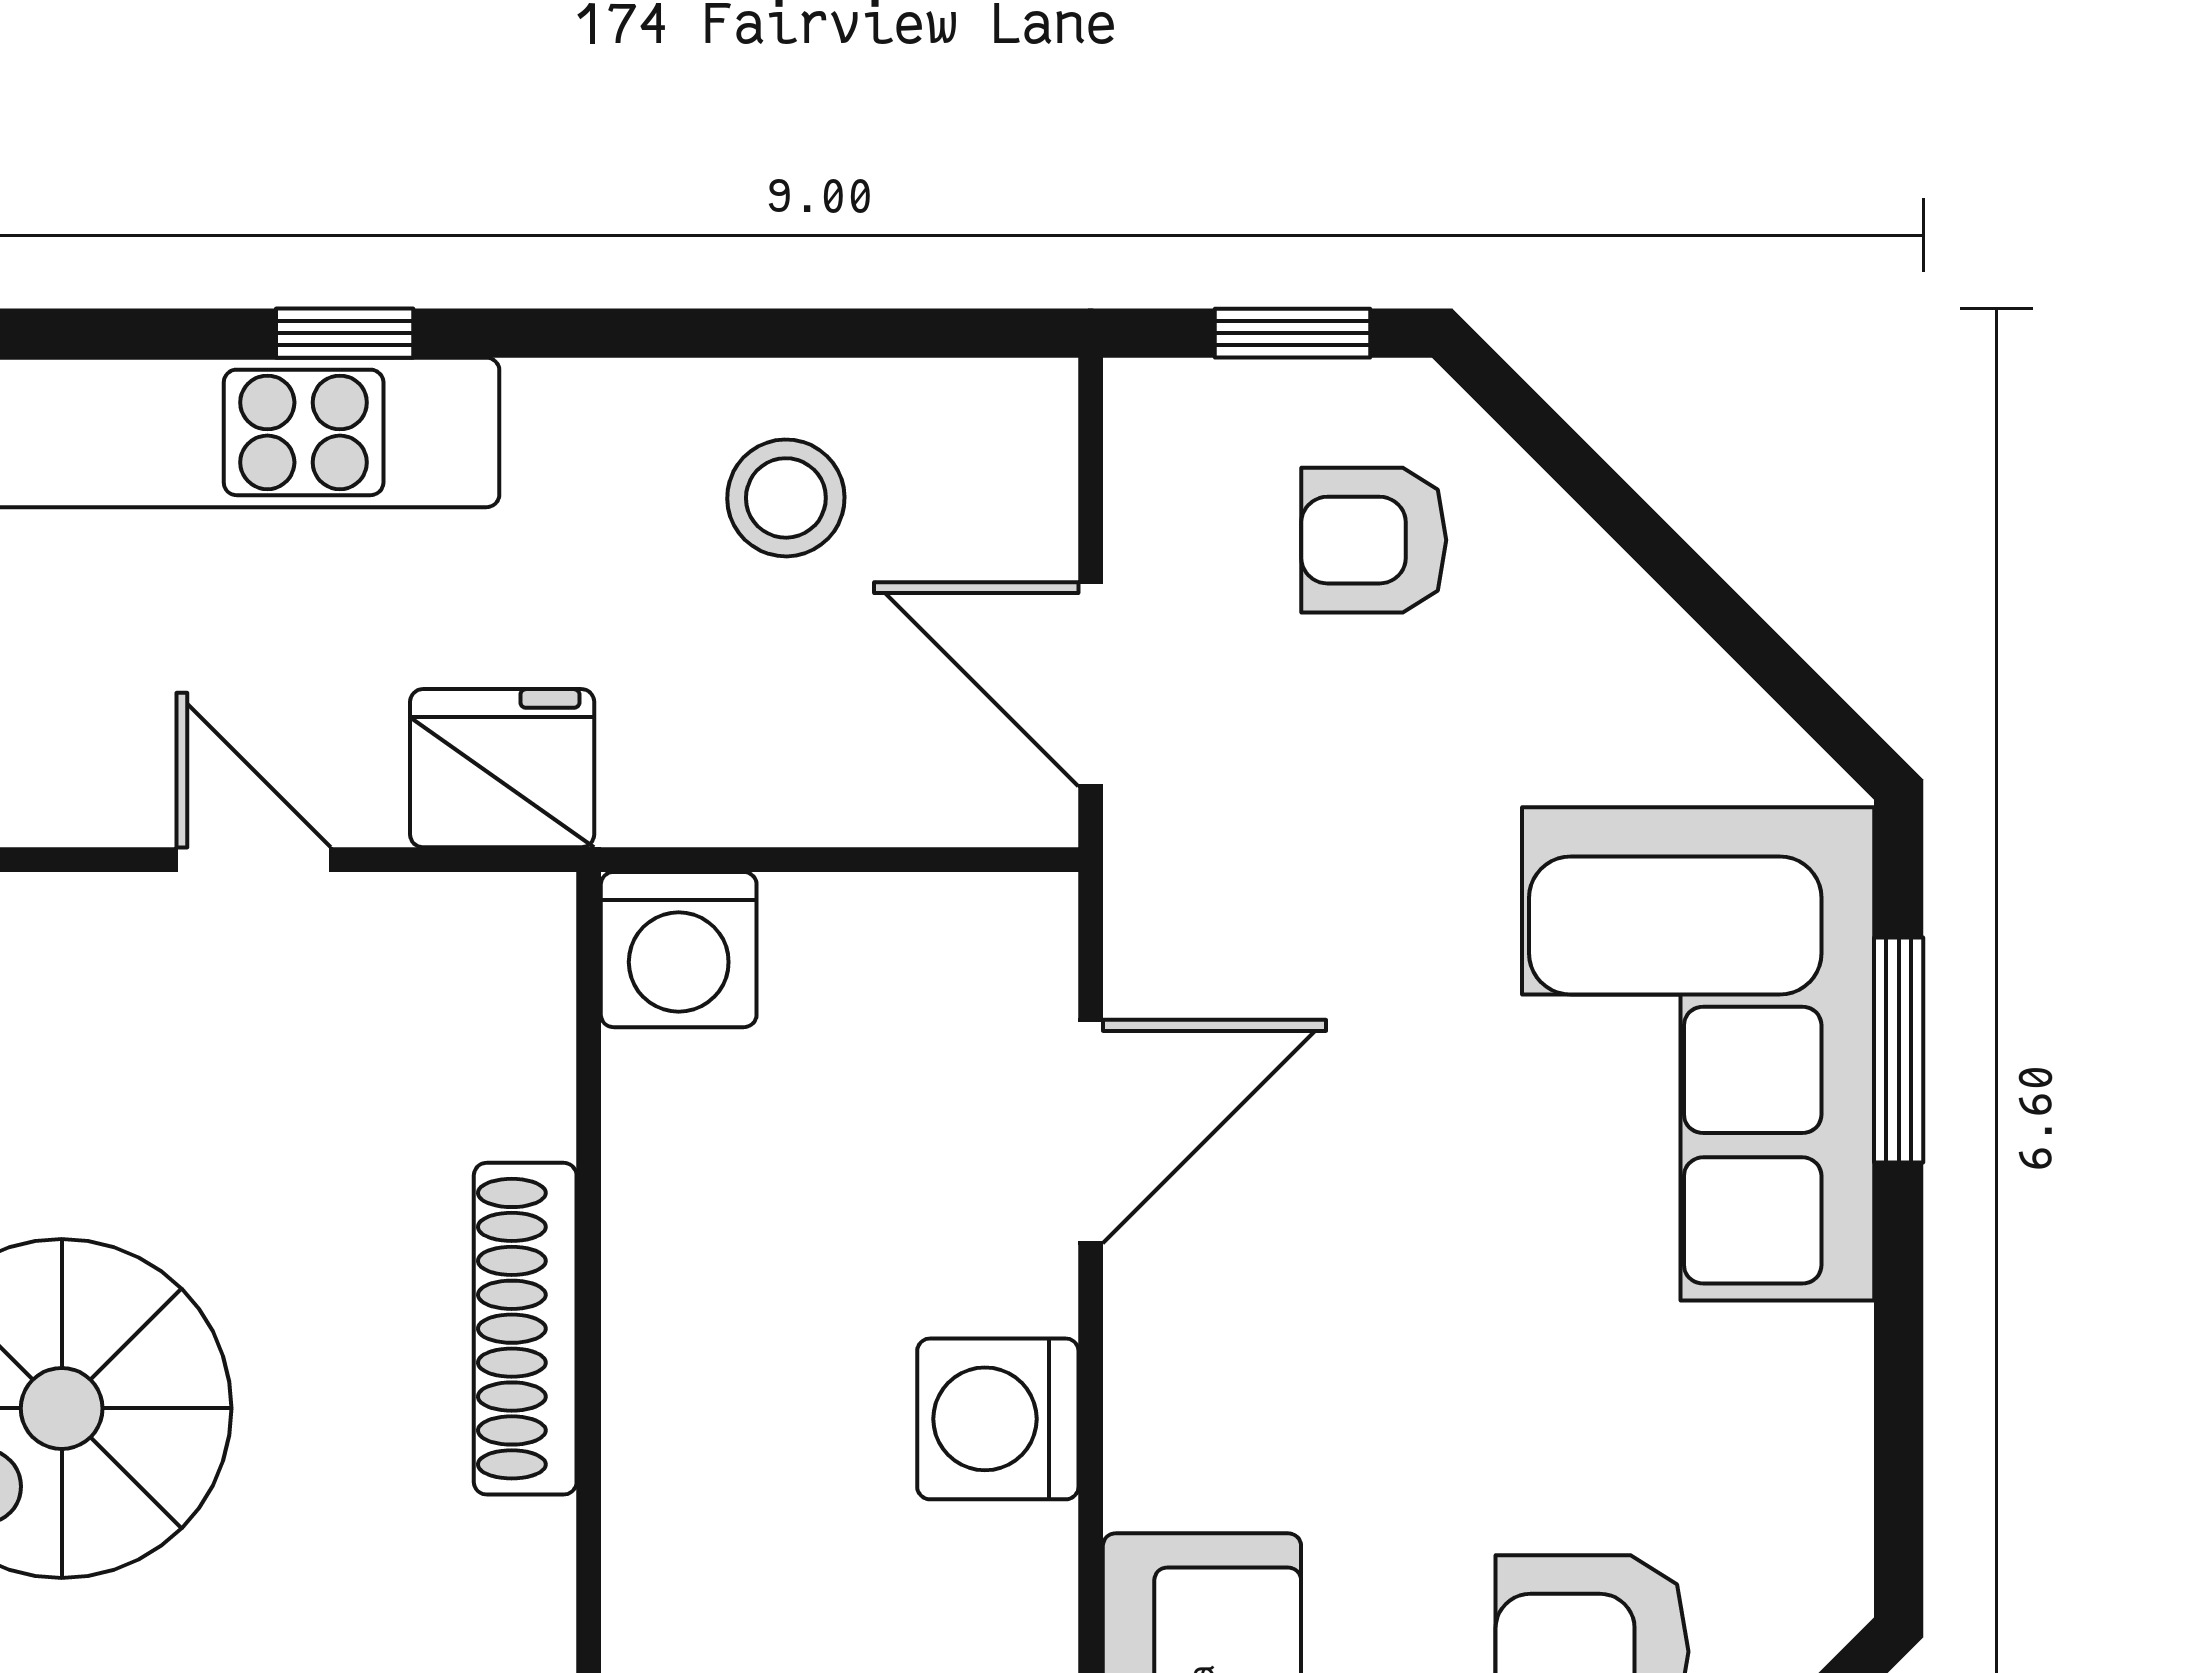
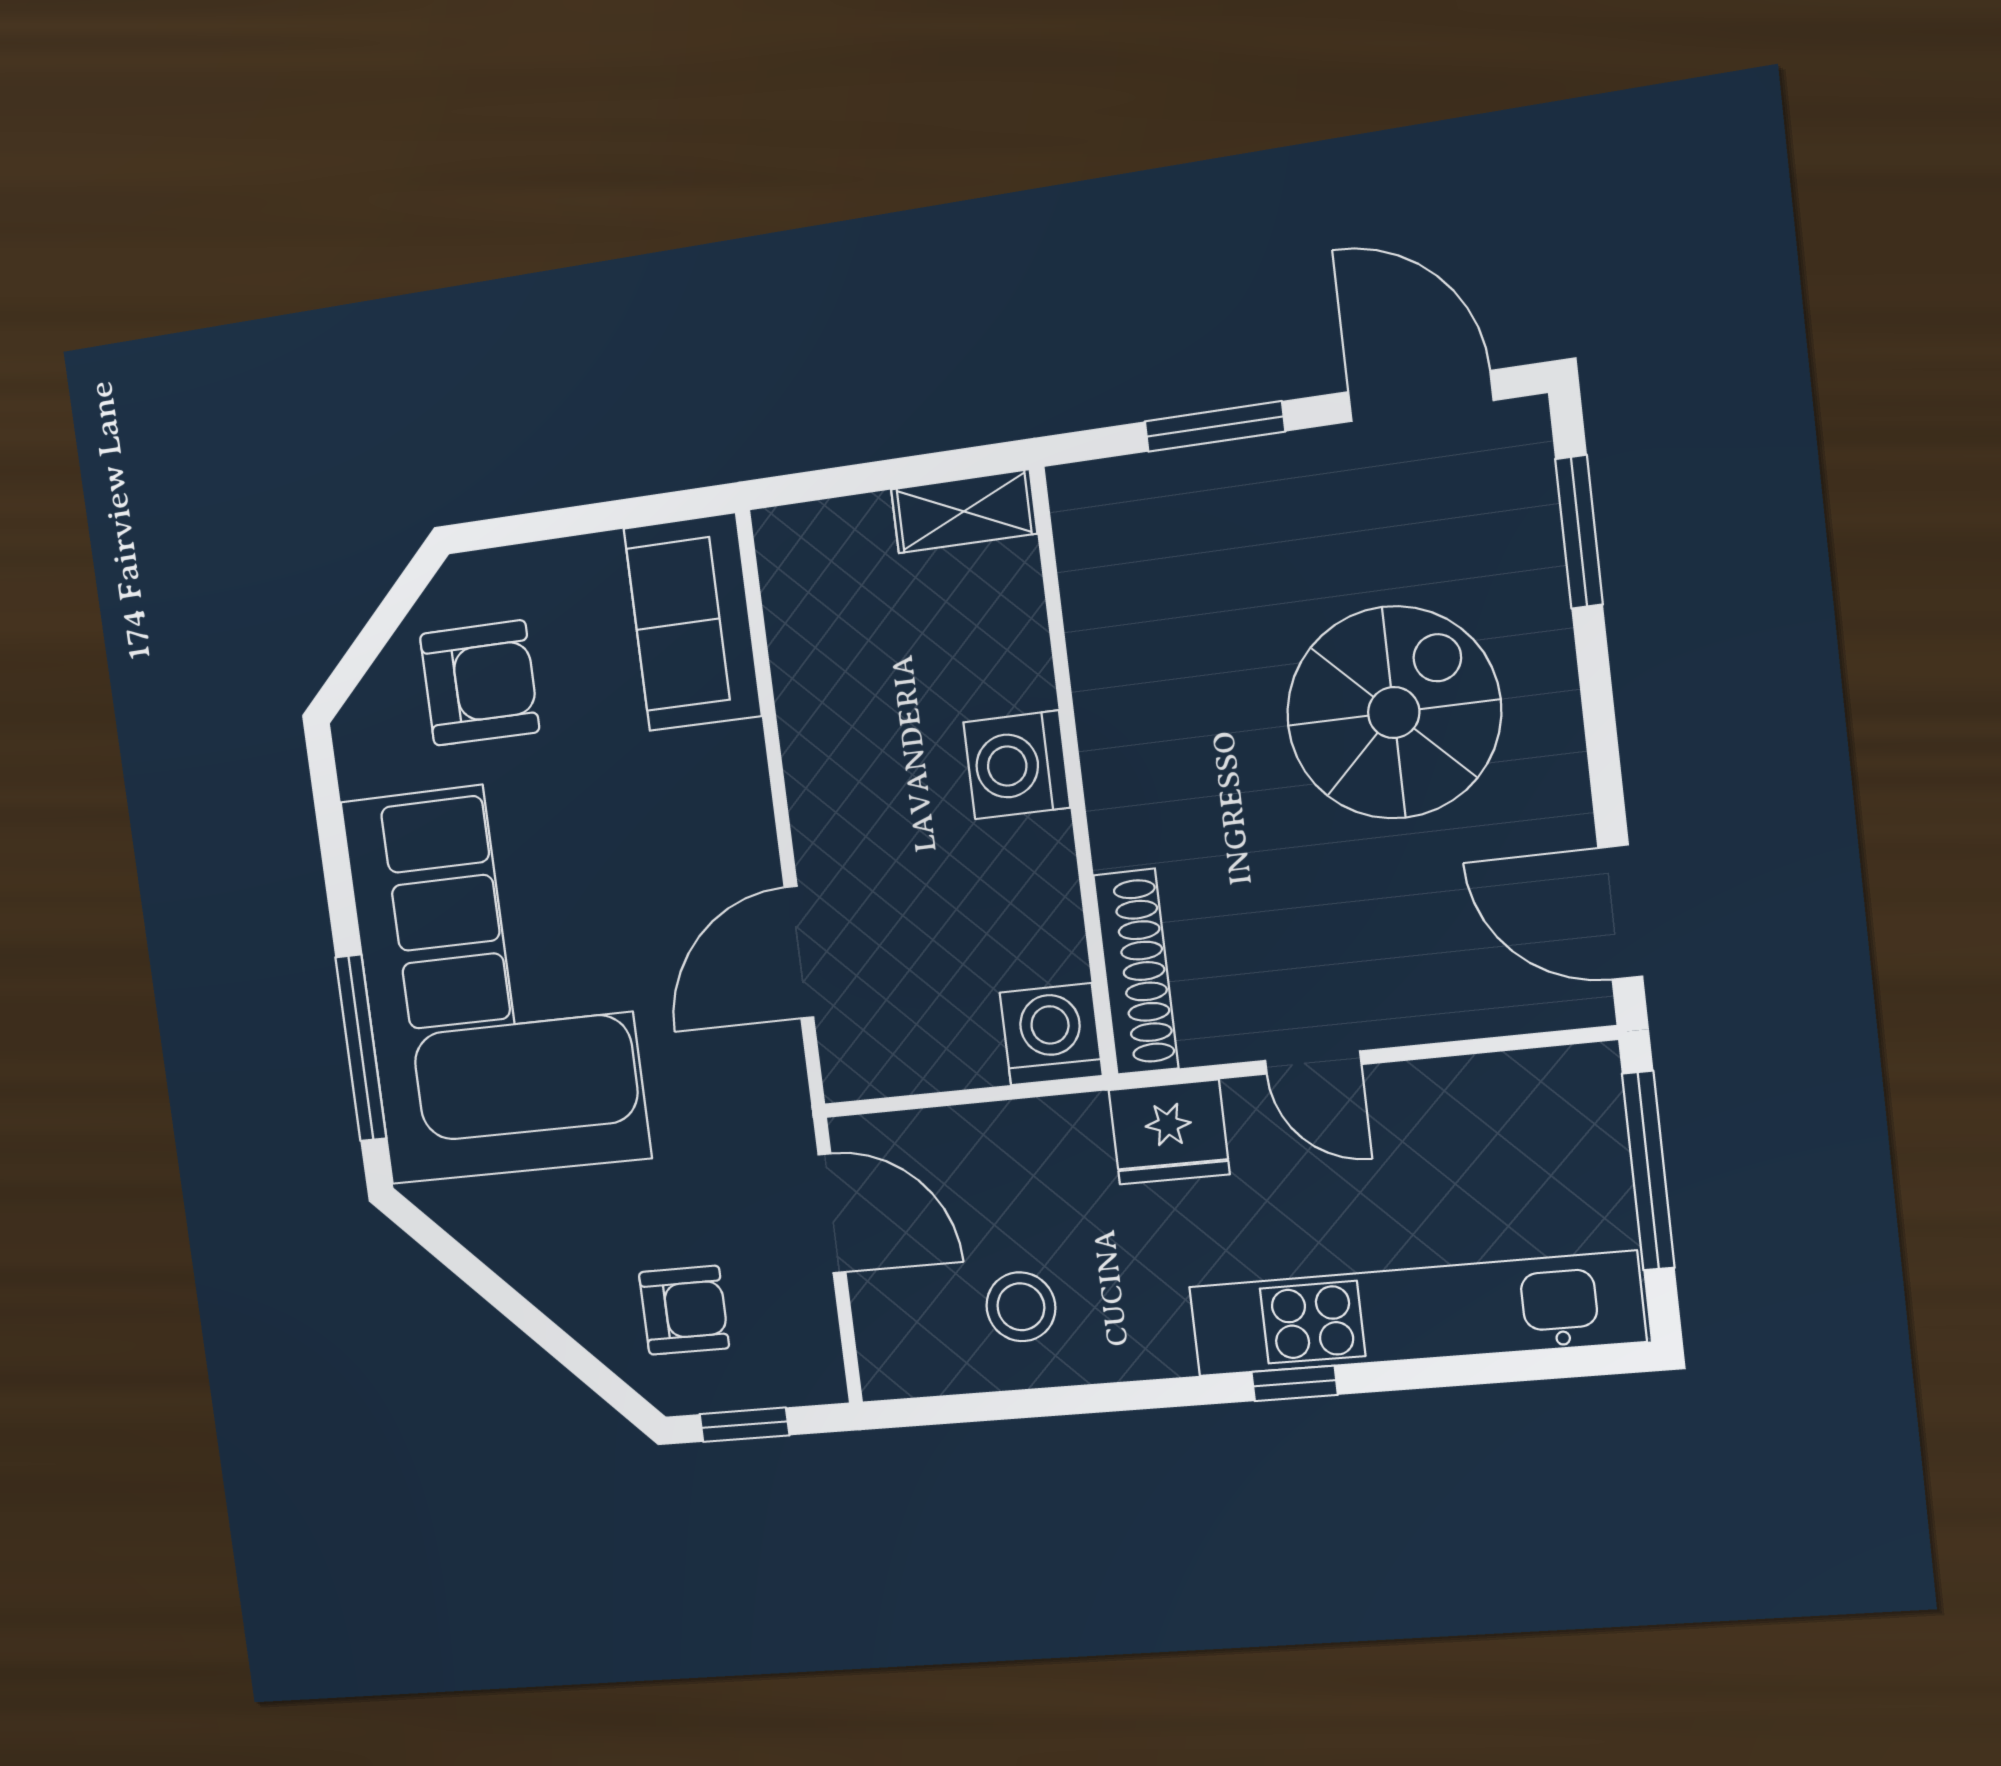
window: (1899, 1050) -> (361, 1048), width x1.44
corner sofa: (1698, 1054) -> (495, 979), width x1.36, depth x1.36
shoe rack: (525, 1329) -> (1136, 972), moved
washing machine: (998, 1419) -> (1017, 765), moved, turned 180

